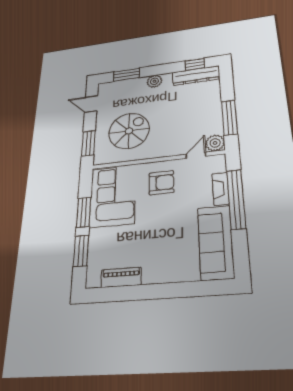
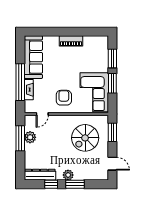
window: (195, 64) -> (51, 184), moved
window: (127, 75) -> (75, 184), moved
plant: (215, 143) -> (30, 137), moved
armchair: (161, 183) -> (64, 98), turned 90
piano: (121, 277) -> (71, 41), moved

